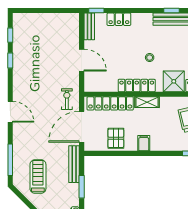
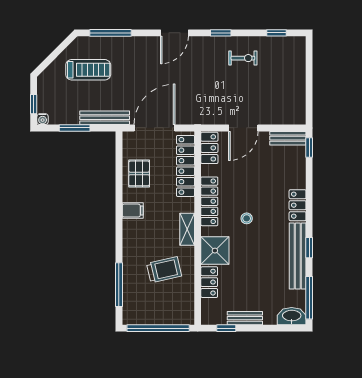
locker: (119, 19) -> (298, 205), moved
window: (10, 61) -> (221, 33), moved
locker: (97, 85) -> (209, 148), added
exercise bike: (67, 99) -> (243, 58), moved
shelving: (147, 102) -> (187, 229), moved
door: (82, 127) -> (155, 128), hinge flipped
pallet: (116, 138) -> (139, 173), turned 90

